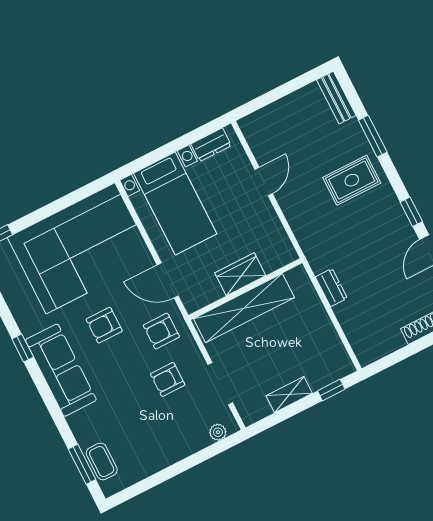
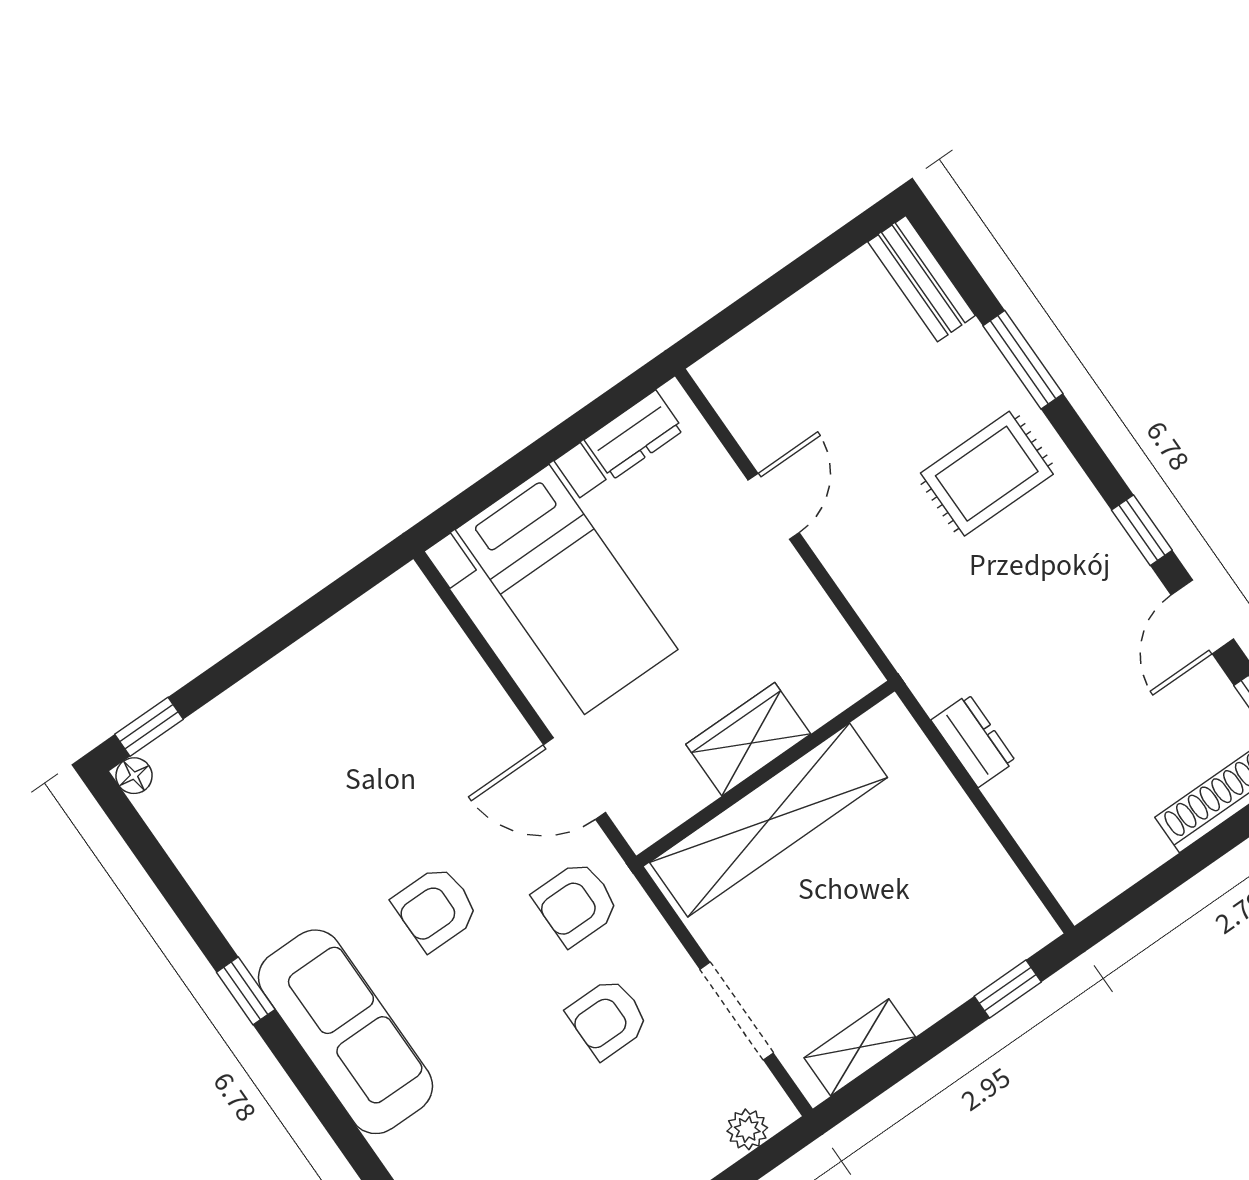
corner sofa: (81, 248) -> (352, 730), removed
shelving: (289, 395) -> (860, 1047), moved

